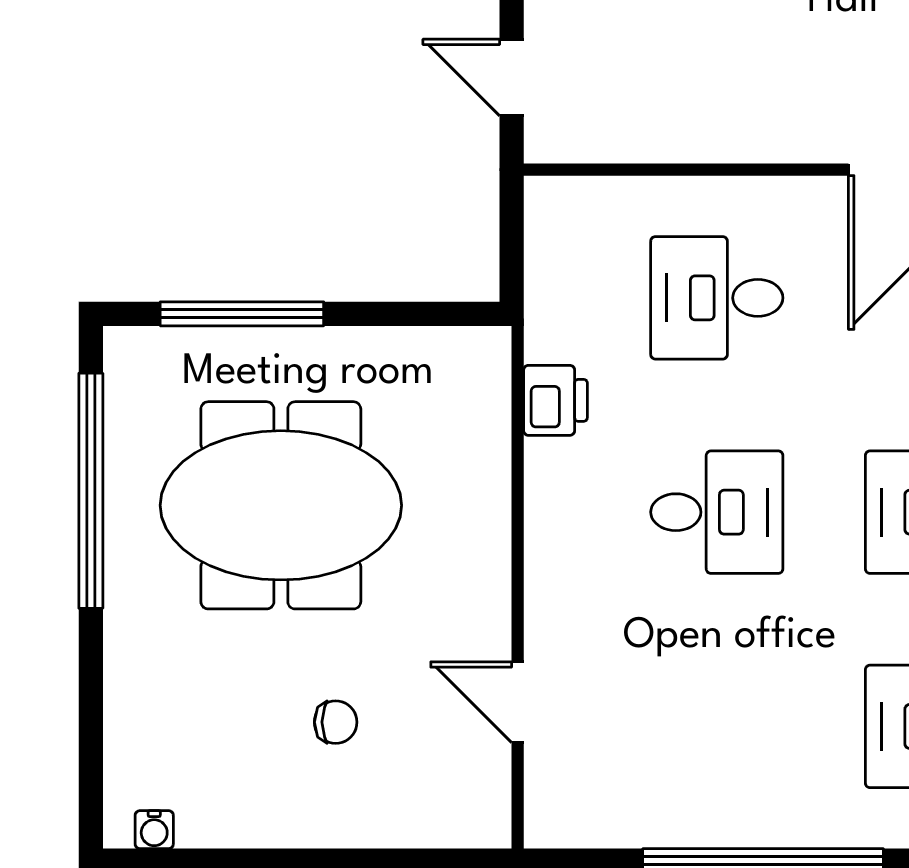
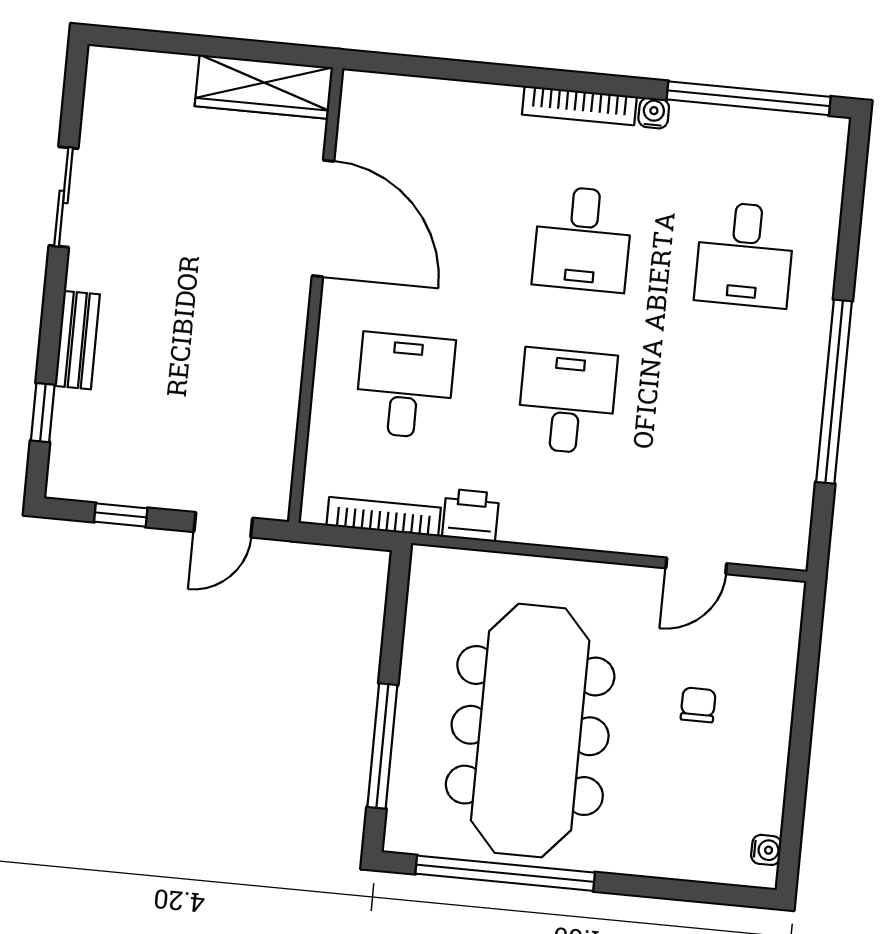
bookcase: (543, 287) -> (384, 517), added
desk: (717, 298) -> (405, 386), turned 180
meeting table: (281, 505) -> (530, 731), width x1.36

